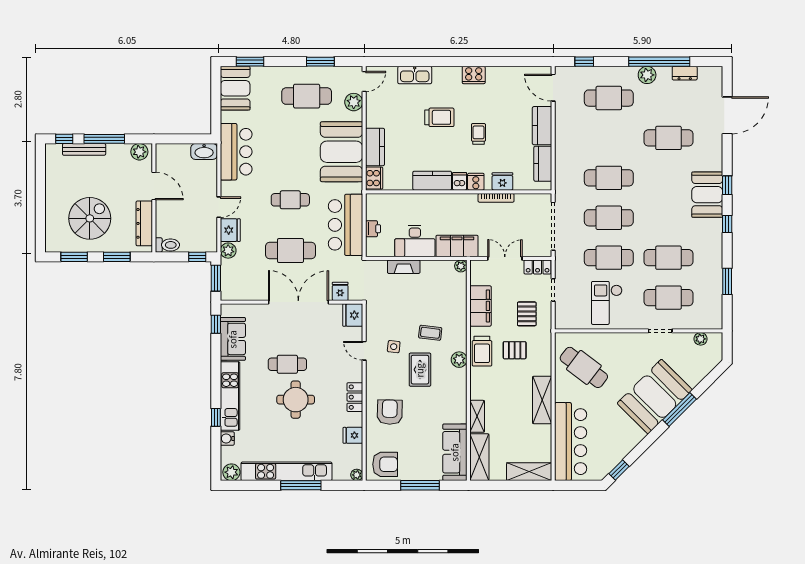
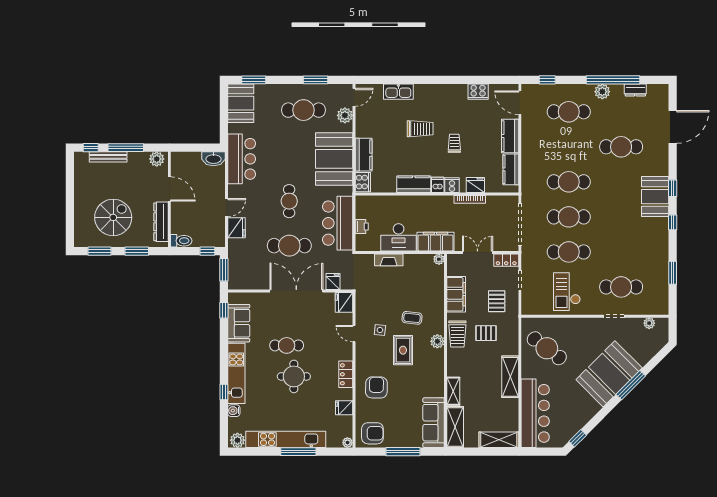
cooker: (474, 75) -> (478, 92), moved
cafe table: (290, 200) -> (289, 201), turned 90
plant: (228, 251) -> (235, 246), removed
cafe table: (668, 258) -> (621, 252), removed

